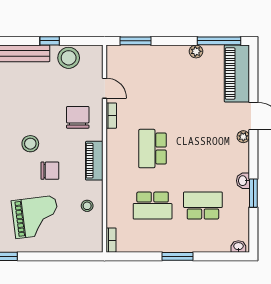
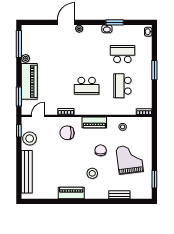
window: (50, 41) -> (19, 131), moved
piano: (237, 73) -> (29, 81), moved, turned -90
door: (105, 88) -> (38, 116), moved
stool: (30, 144) -> (92, 173), moved
school desk: (153, 206) -> (122, 86), turned 180
school desk: (203, 206) -> (122, 54), turned 90

